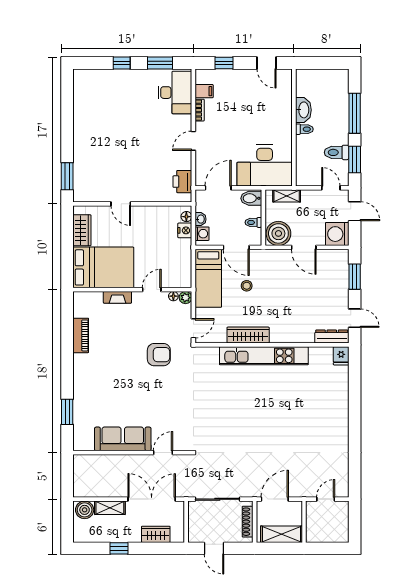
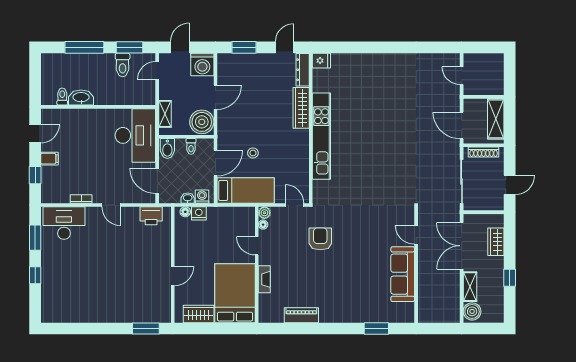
filing cabinet: (204, 91) -> (50, 159), moved, turned 90
toilet: (304, 129) -> (62, 97), moved
wardrobe: (248, 335) -> (301, 108), moved

